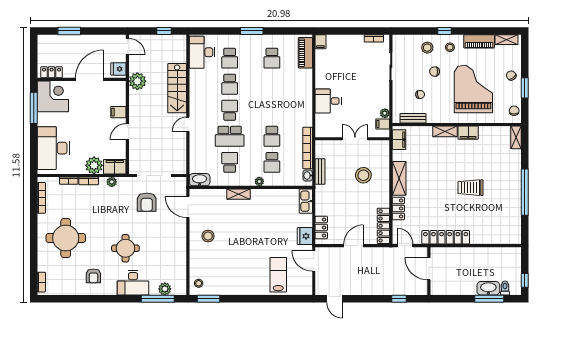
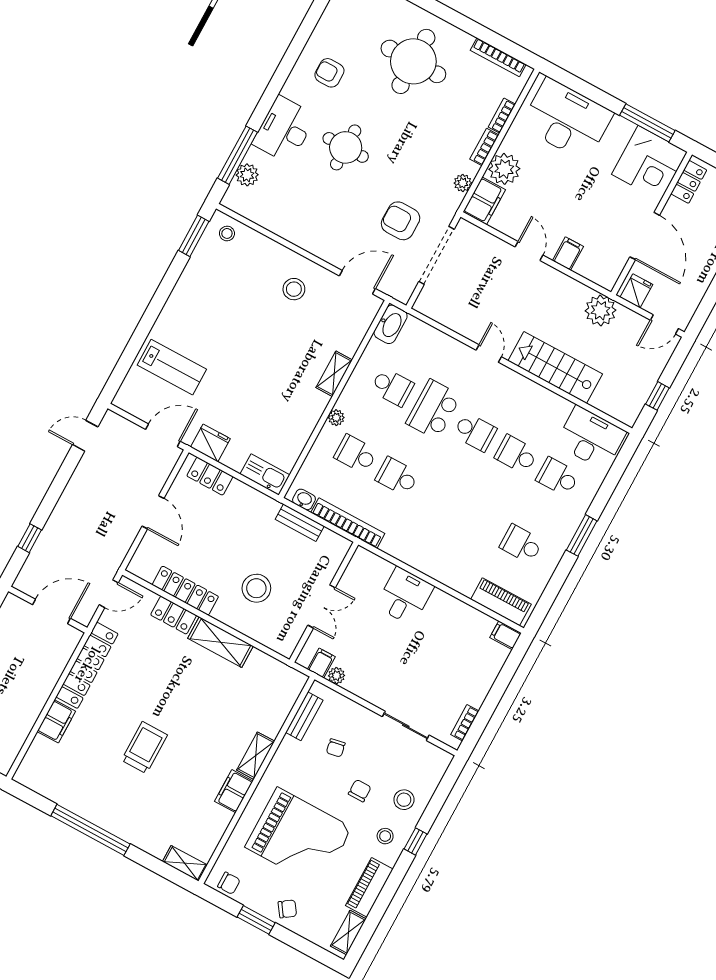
filing cabinet: (399, 140) -> (56, 721), moved, turned -90
locker: (383, 226) -> (185, 591), moved

